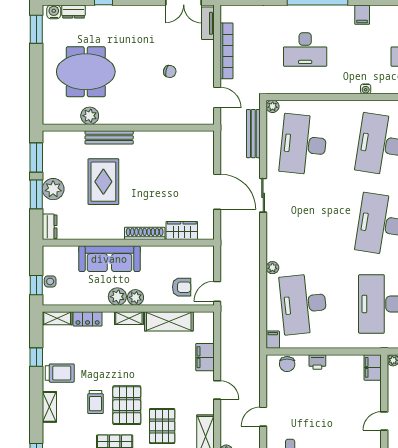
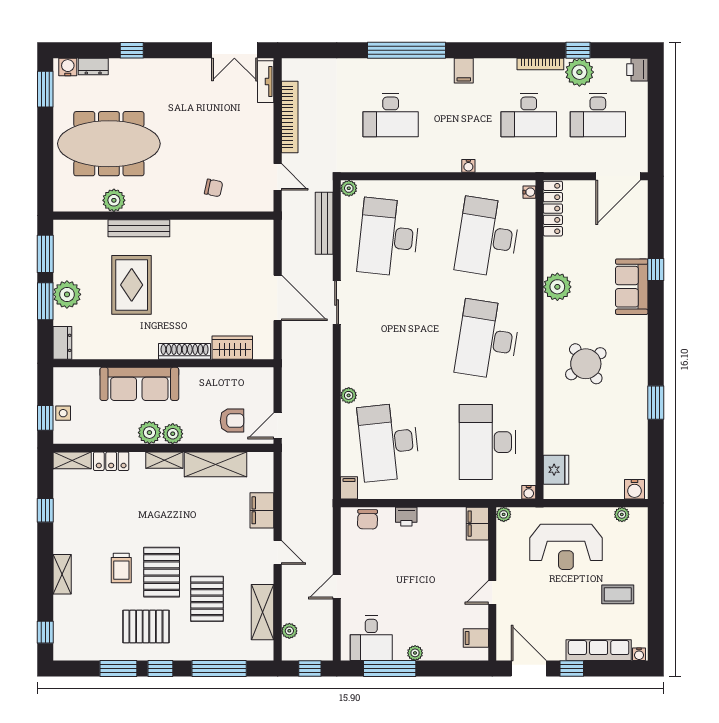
chair: (170, 71) -> (214, 188), moved
meeting table: (86, 72) -> (109, 144), width x1.36
trolley: (60, 373) -> (75, 531), removed

